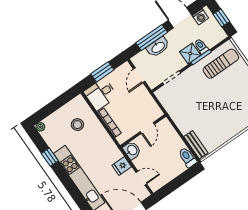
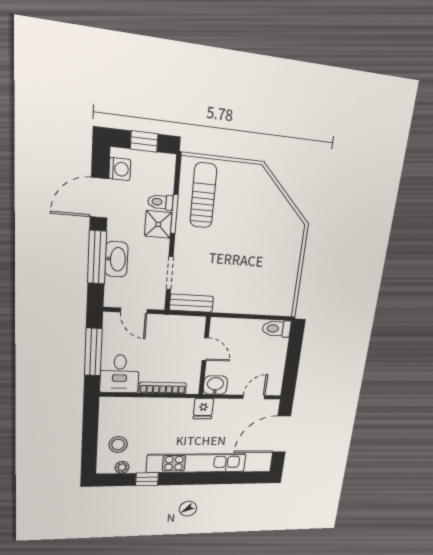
window: (102, 72) -> (93, 352), width x1.44
stool: (77, 125) -> (118, 444), moved
plant: (40, 127) -> (122, 467), moved
bench: (196, 145) -> (191, 303), moved
fridge: (122, 166) -> (203, 409), moved

